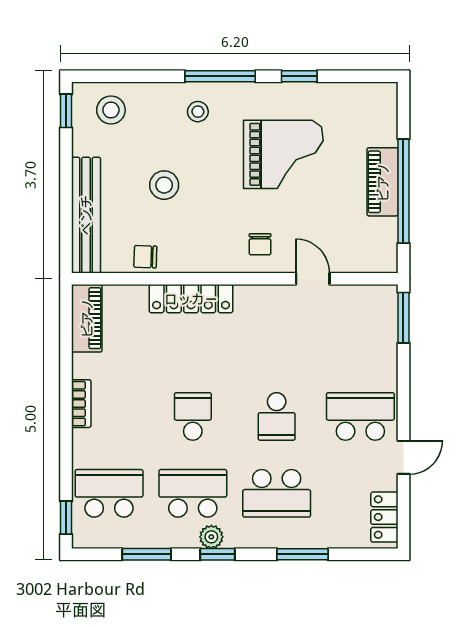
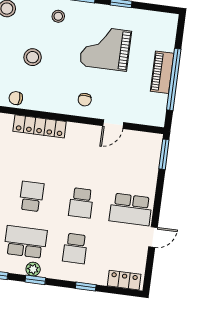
grand piano: (283, 154) -> (106, 48), turned 180
door: (313, 279) -> (113, 124), swing flipped
school desk: (360, 416) -> (131, 209), turned 180
school desk: (277, 493) -> (75, 248), width x0.54
locker: (384, 517) -> (124, 280), moved, turned 90
window: (302, 554) -> (86, 287), width x0.67

